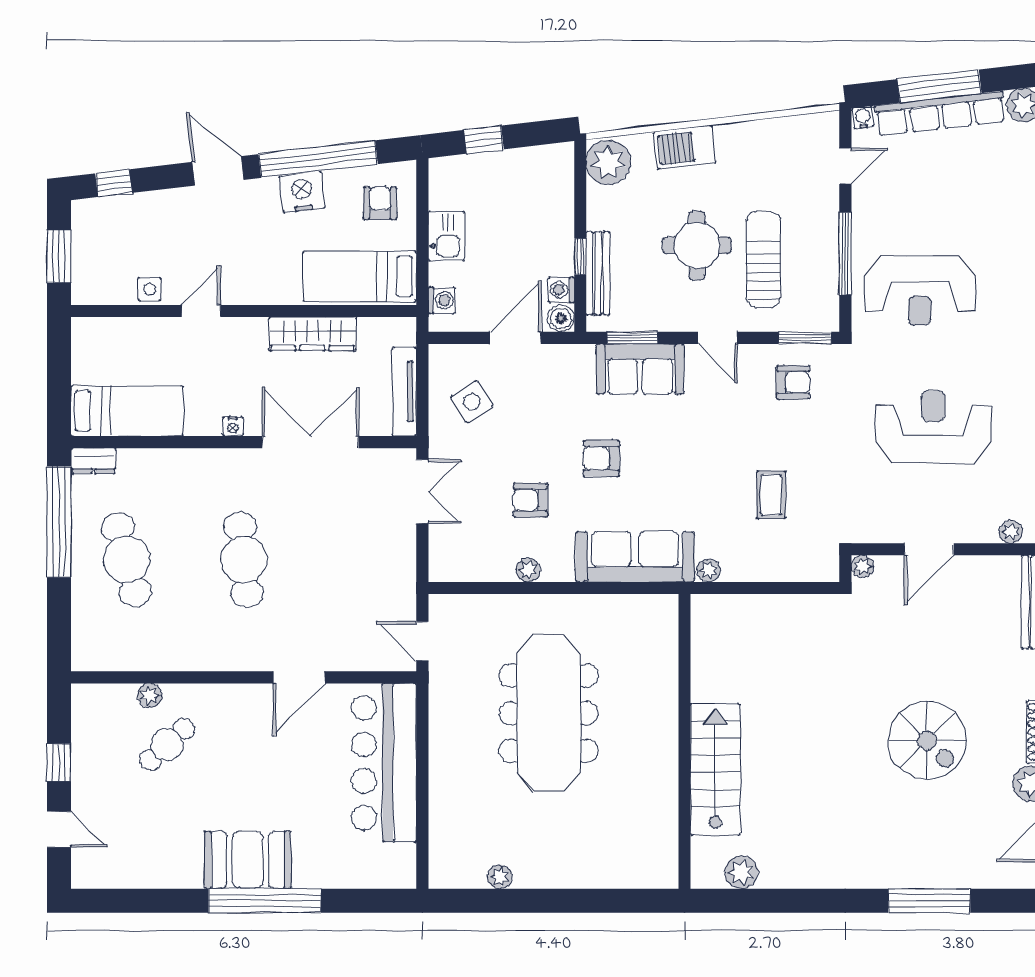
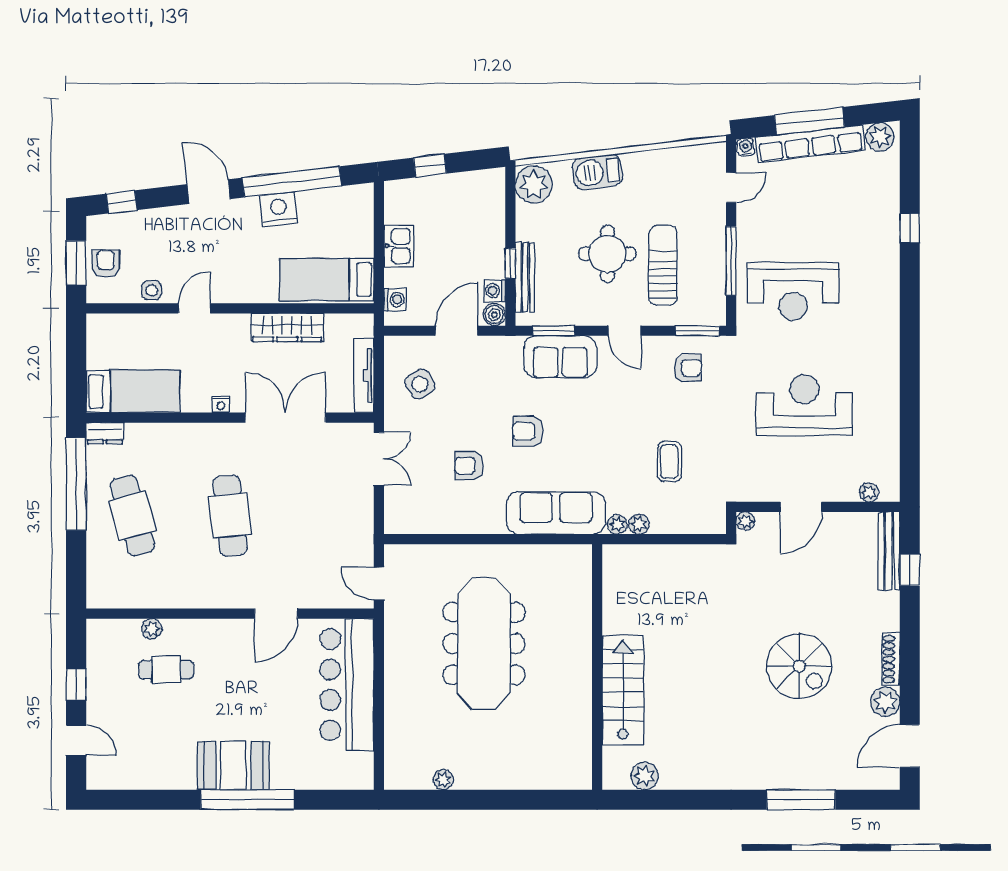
armchair: (380, 203) -> (106, 264), moved
plant: (528, 570) -> (639, 524), moved
cafe table: (167, 745) -> (166, 670), turned 43

